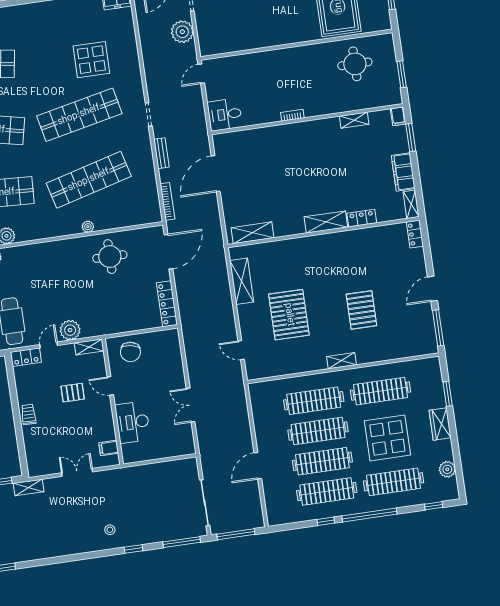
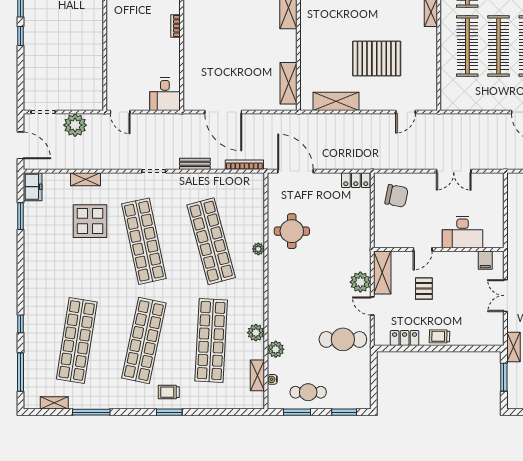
shelving: (131, 50) -> (86, 179), added
locker: (167, 304) -> (356, 180), width x0.66
shelving: (89, 347) -> (382, 272), width x1.50, depth x1.33
chair: (130, 352) -> (397, 196), moved
locker: (26, 357) -> (405, 338), moved, turned -90

